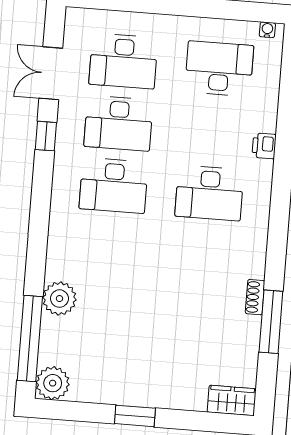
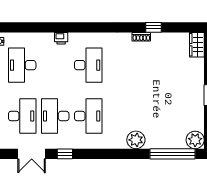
desk: (118, 123) -> (55, 116), turned 180
plant: (59, 299) -> (136, 140), moved
window: (271, 322) -> (154, 27), width x0.46

